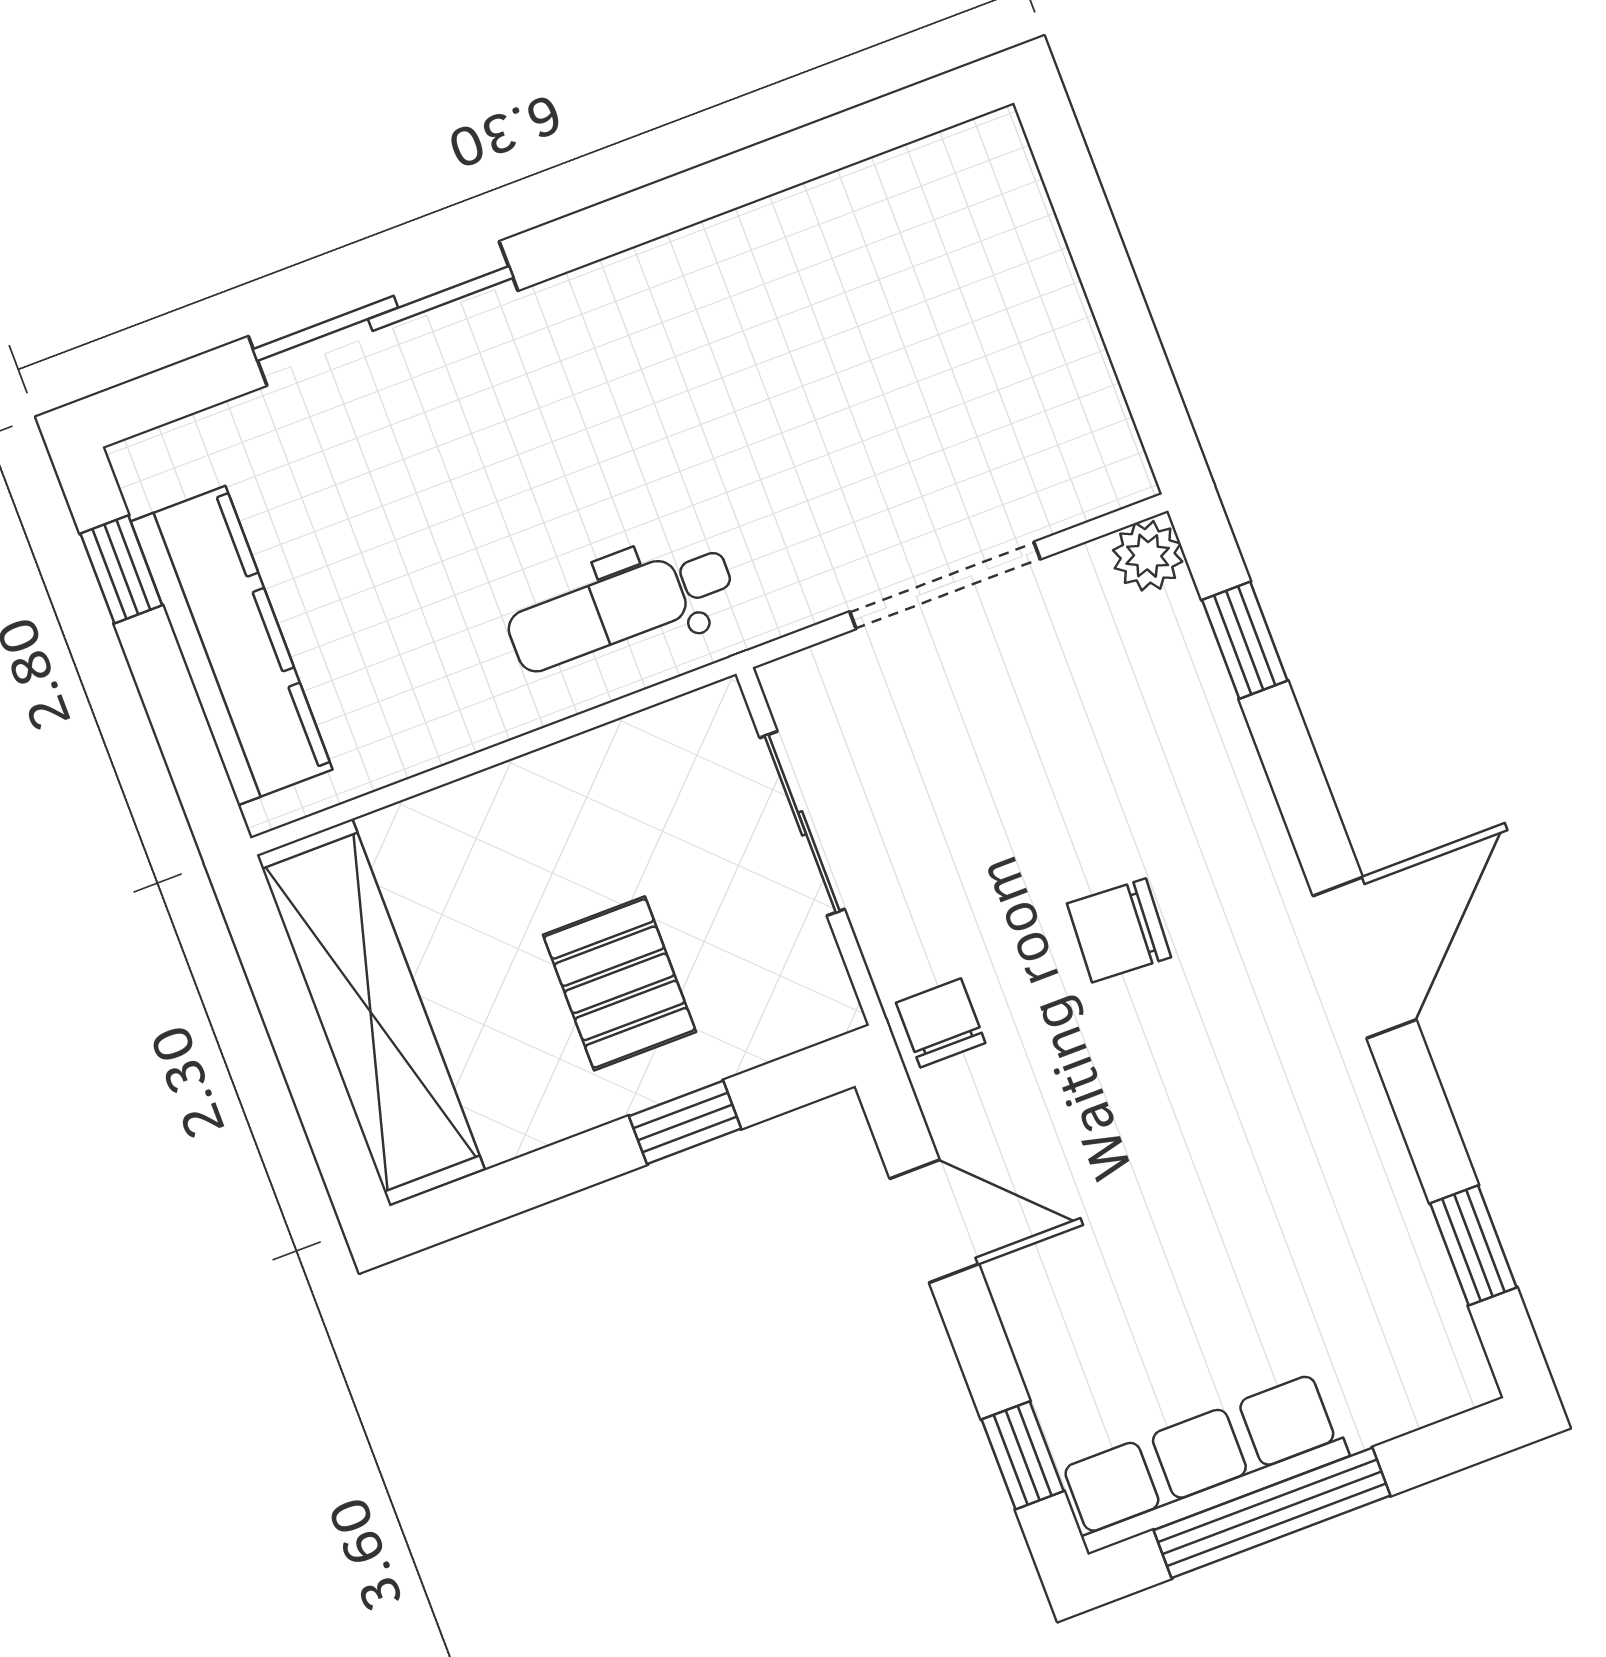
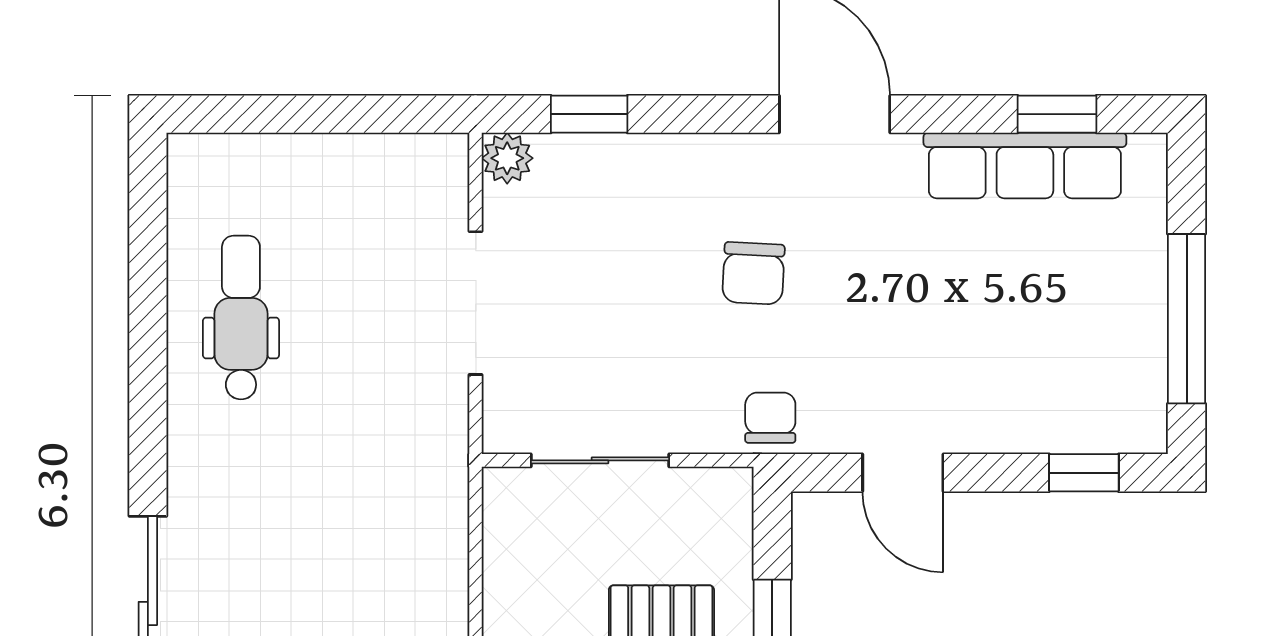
dental chair: (620, 607) -> (241, 318), moved, turned 180
chair: (941, 1023) -> (770, 418), turned 90
door: (934, 1221) -> (903, 473), swing flipped
row of seats: (1203, 1463) -> (1025, 165), moved, turned -90

